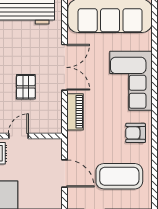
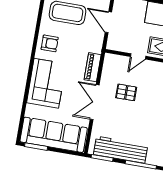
pallet: (26, 87) -> (126, 92), turned 90

